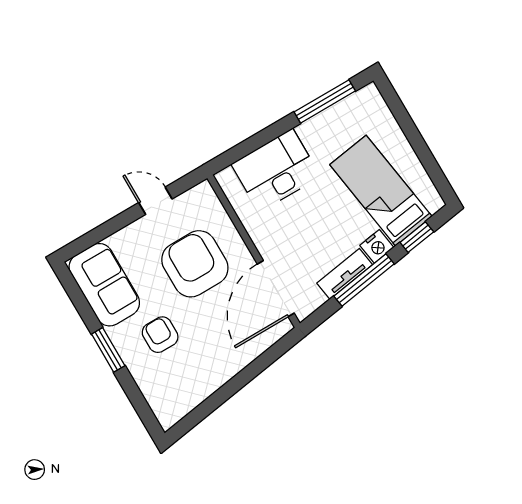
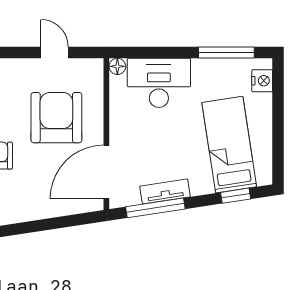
floor lamp: (225, 178) -> (117, 66), added
nightstand: (377, 246) -> (262, 81), moved, turned -81
window: (364, 280) -> (155, 208), moved

